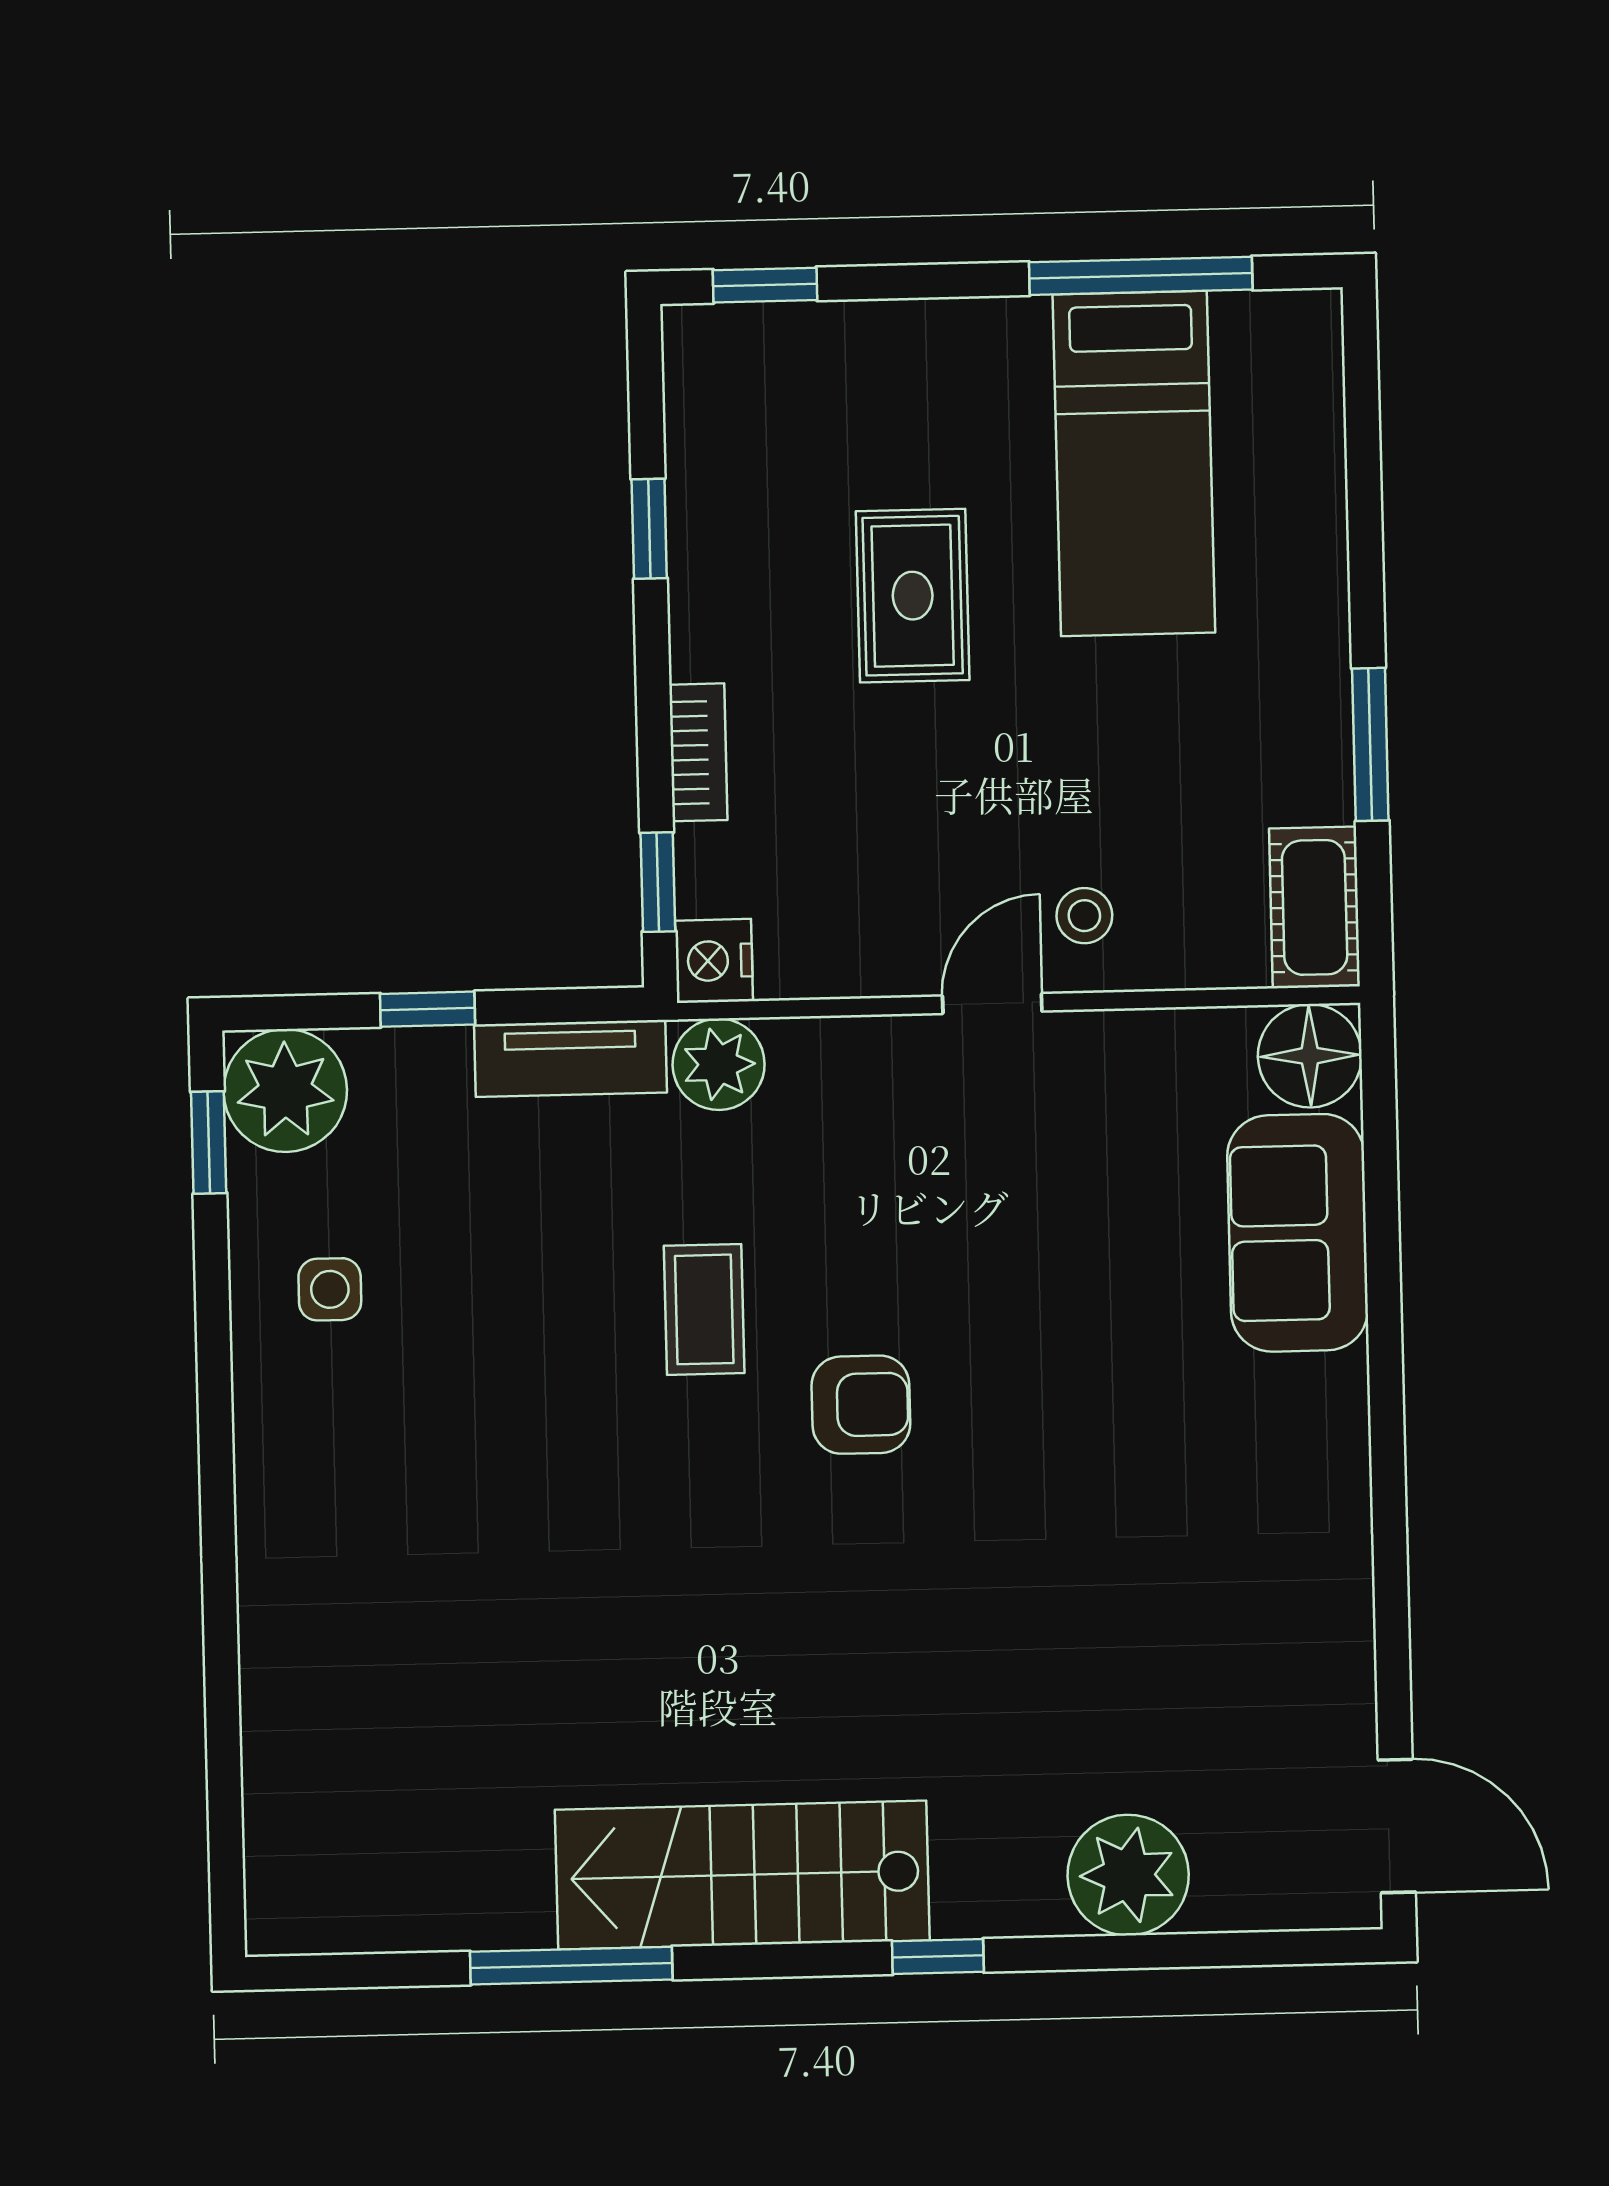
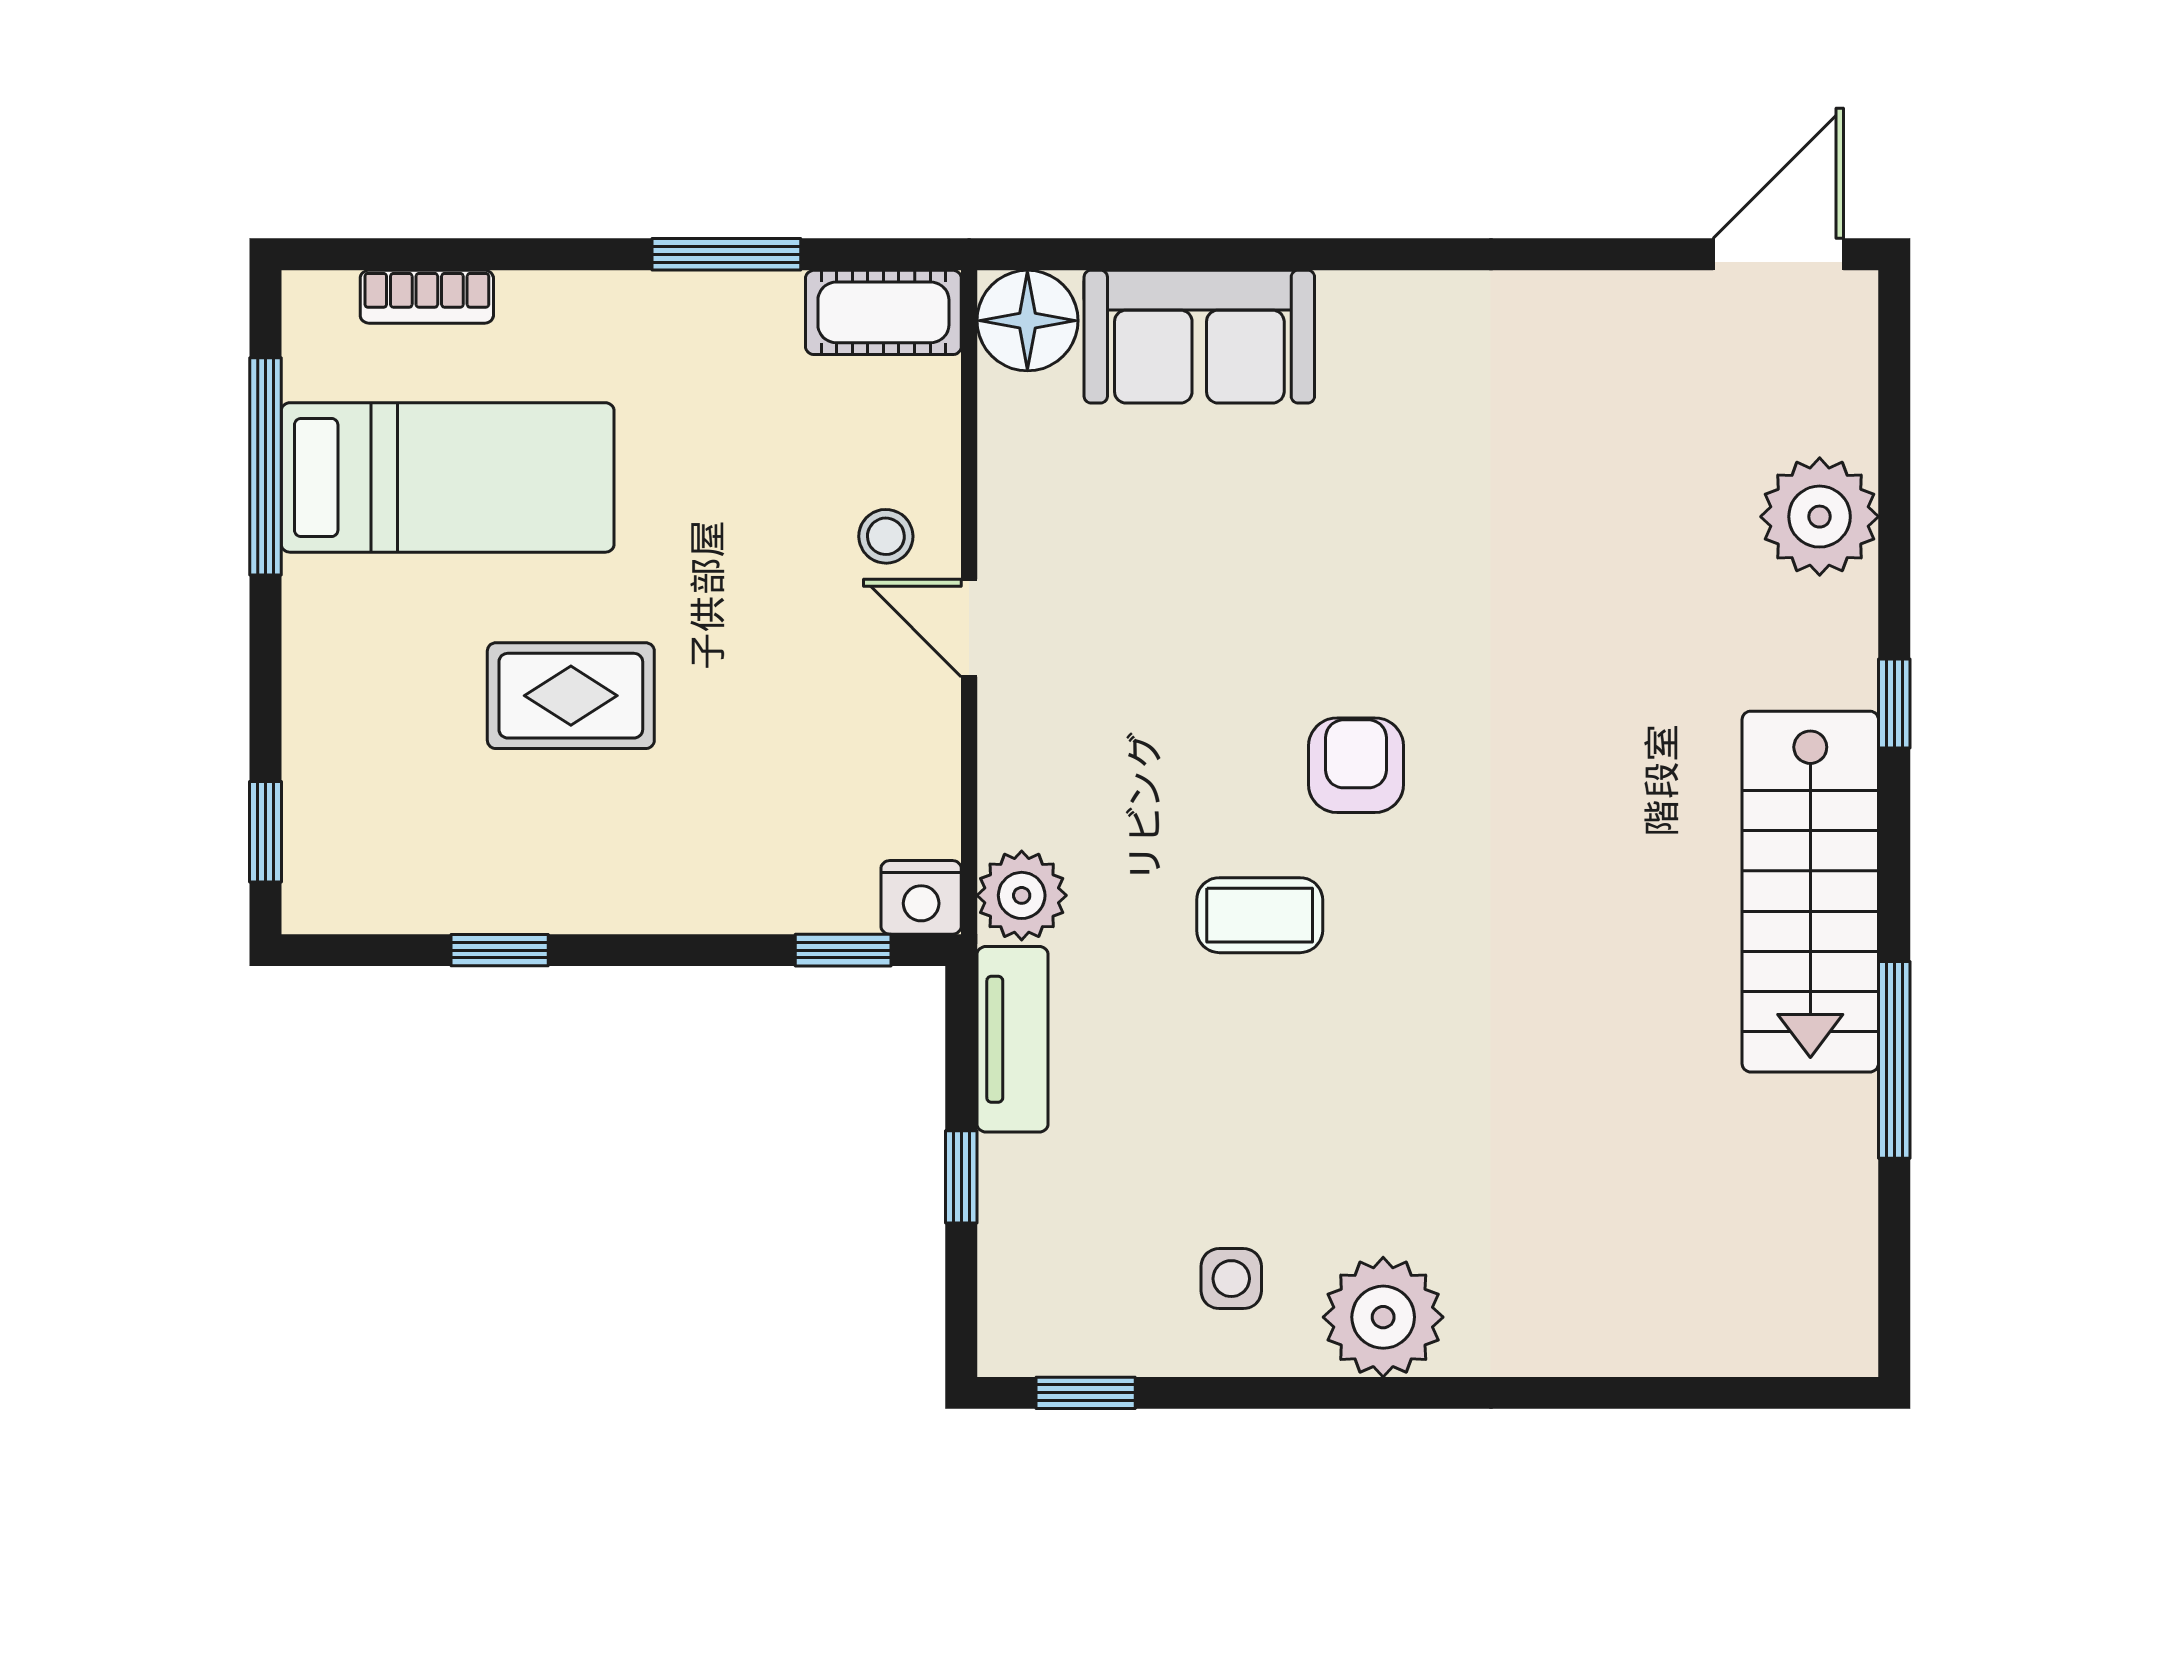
bookcase: (698, 752) -> (427, 297), moved, turned 180
plant: (285, 1091) -> (1383, 1317), moved

